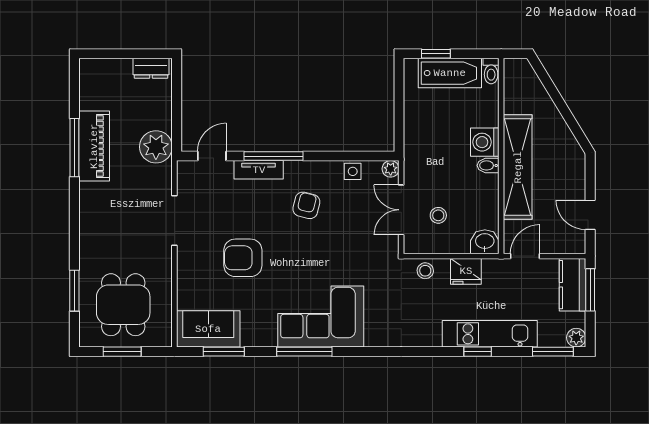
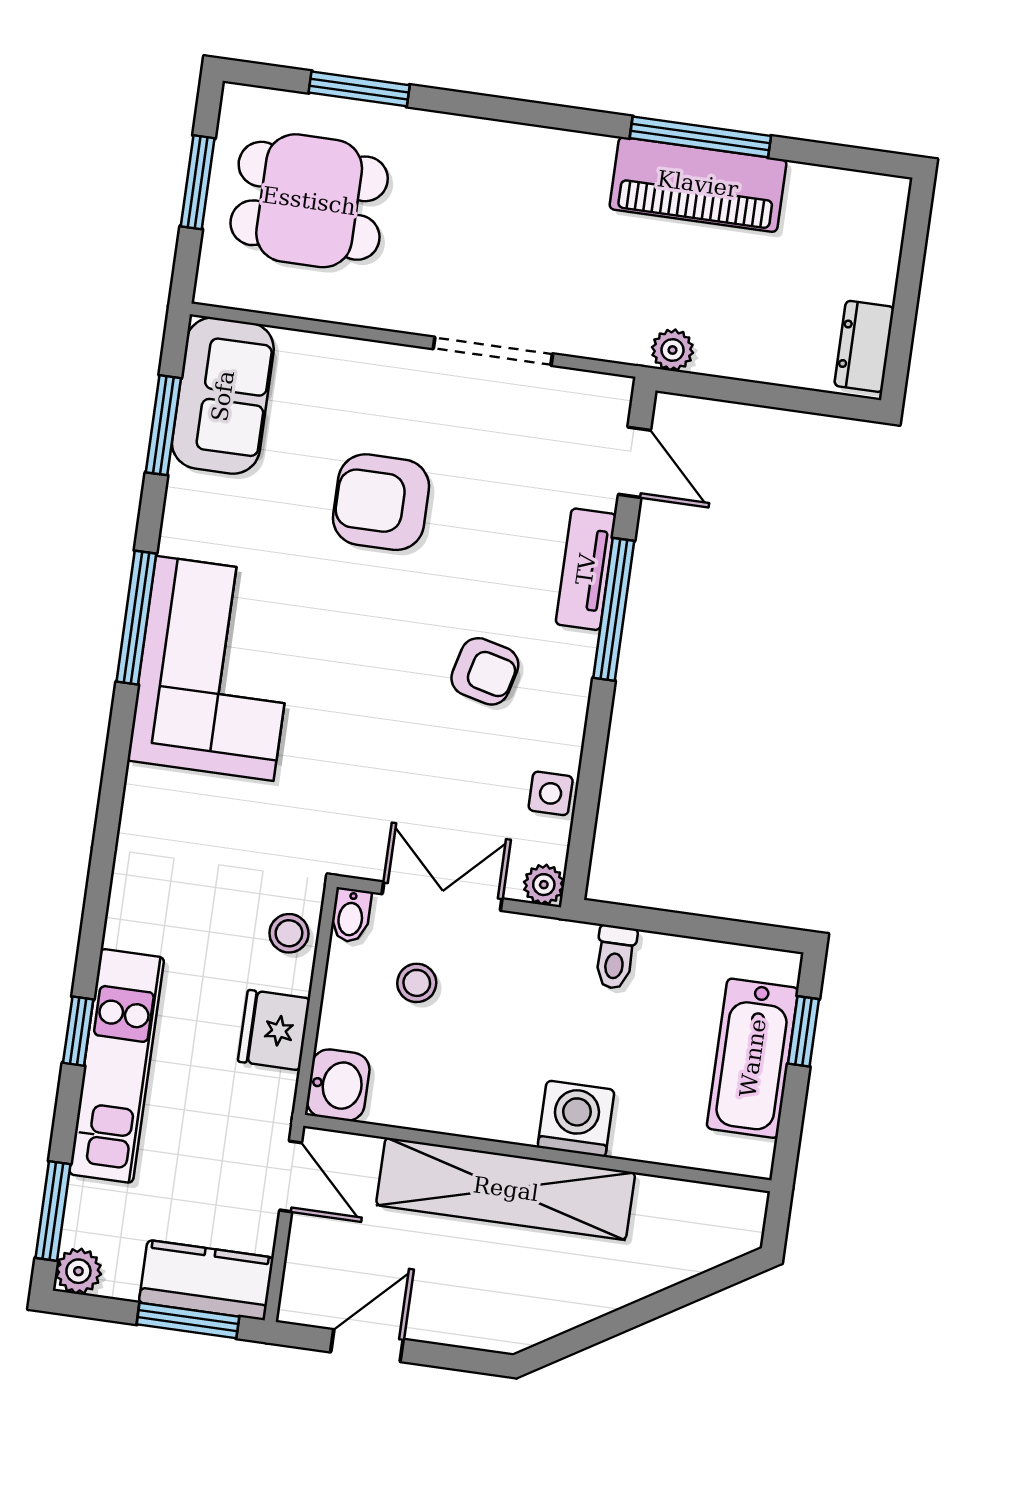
toilet: (491, 71) -> (615, 957), moved, turned -90
plant: (156, 147) -> (673, 350), width x0.53, depth x0.53
bidet: (488, 165) -> (351, 915), moved, turned 180
armchair: (243, 258) -> (381, 502), turned -90

